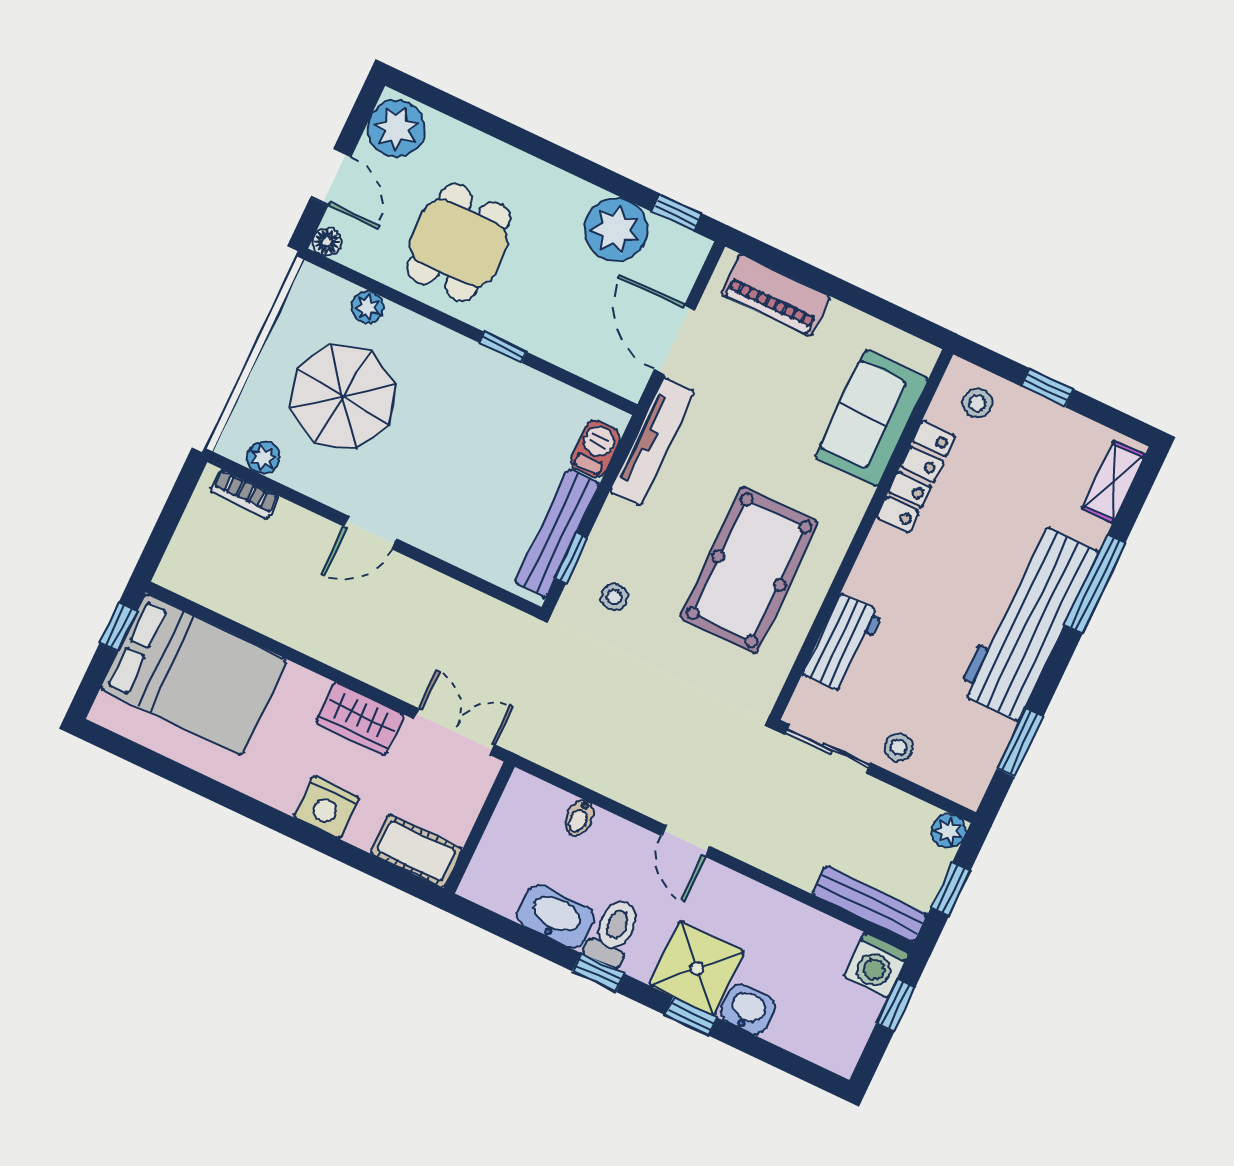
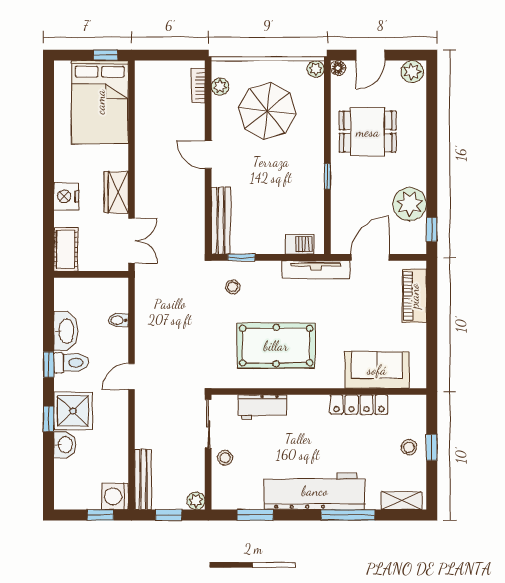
plant: (396, 129) -> (412, 72), width x0.73, depth x0.73
plant: (367, 307) -> (316, 69), moved
stool: (977, 403) -> (409, 447), moved
bench: (557, 533) -> (221, 221), moved, turned 90

